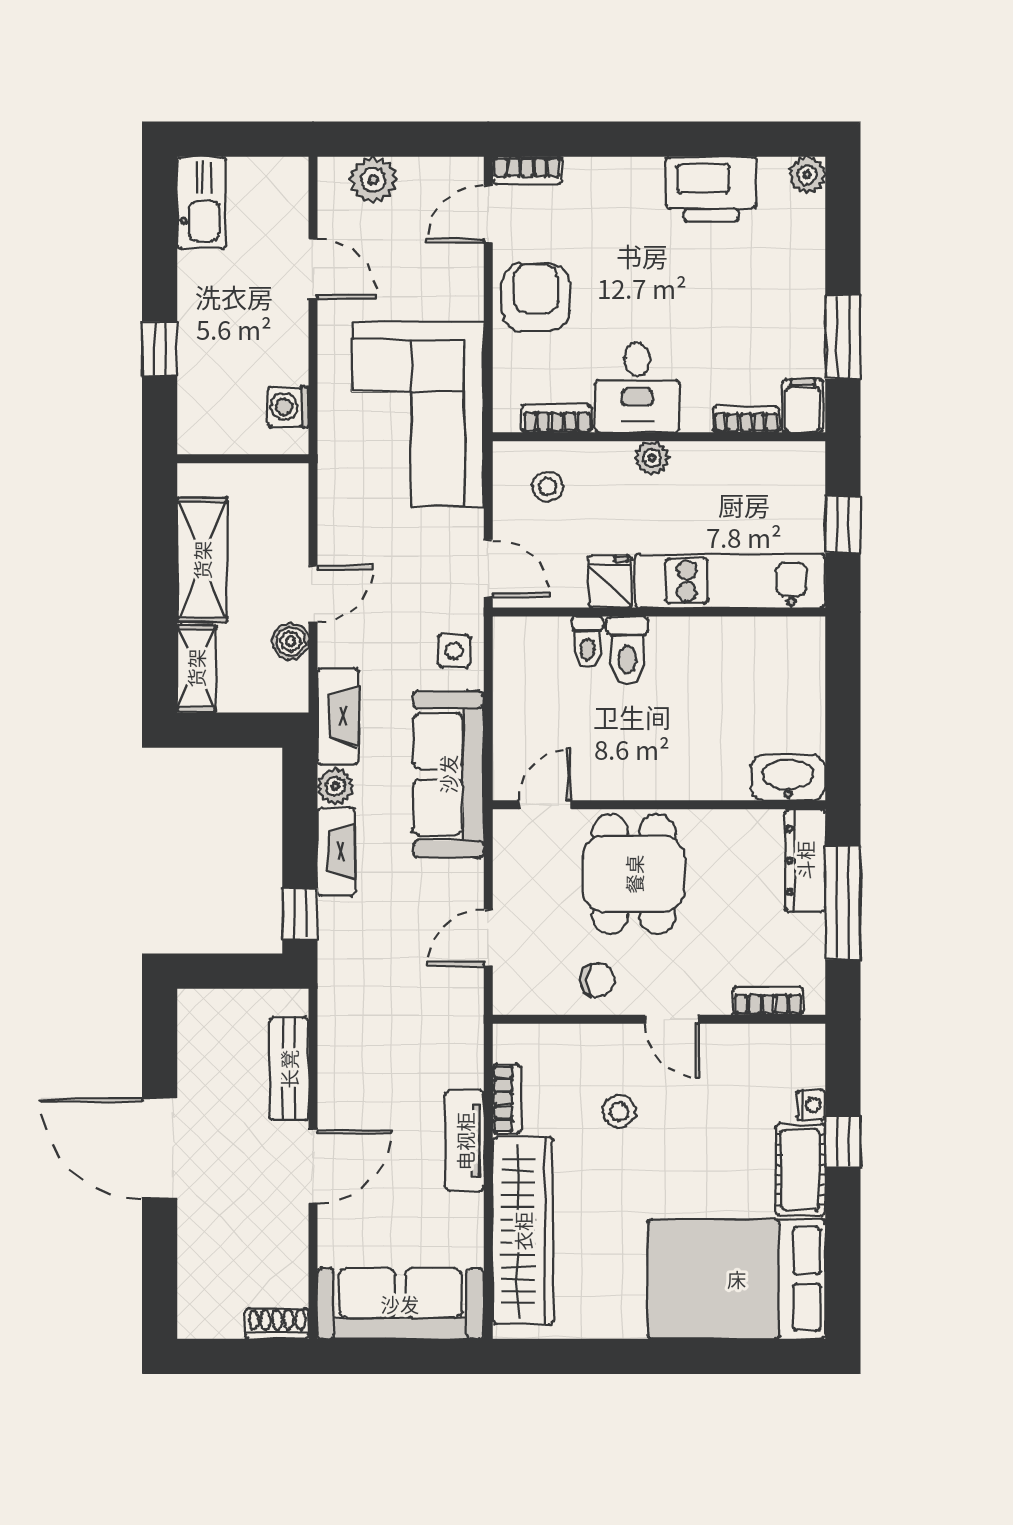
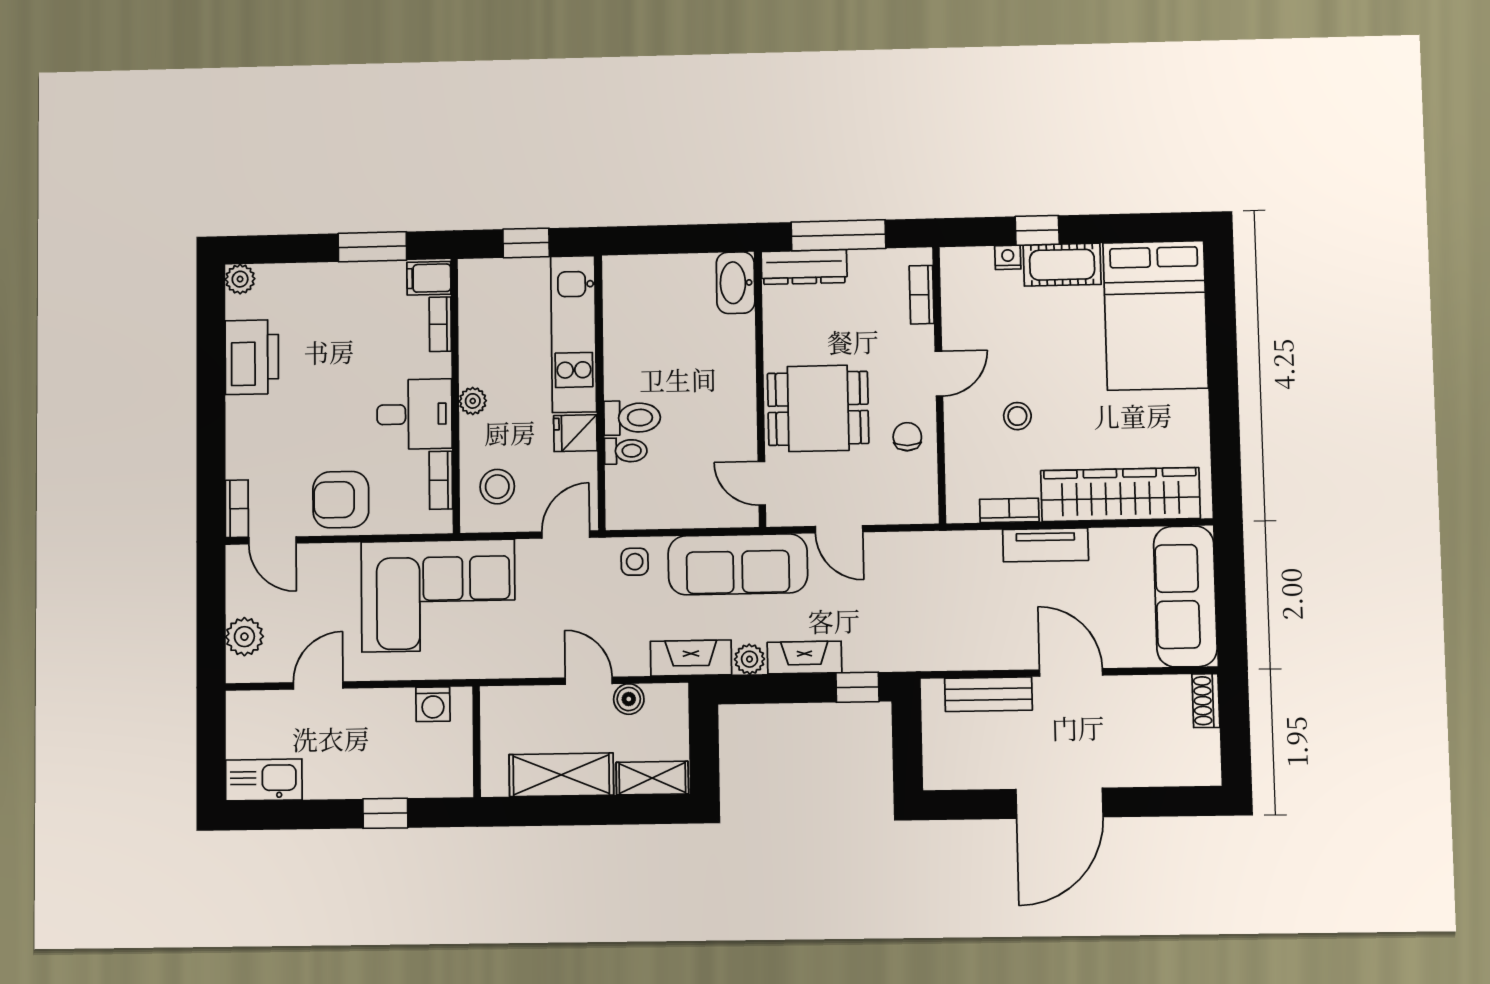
stool: (548, 487) -> (497, 487), width x1.37, depth x1.37
door: (488, 938) -> (839, 529), moved

